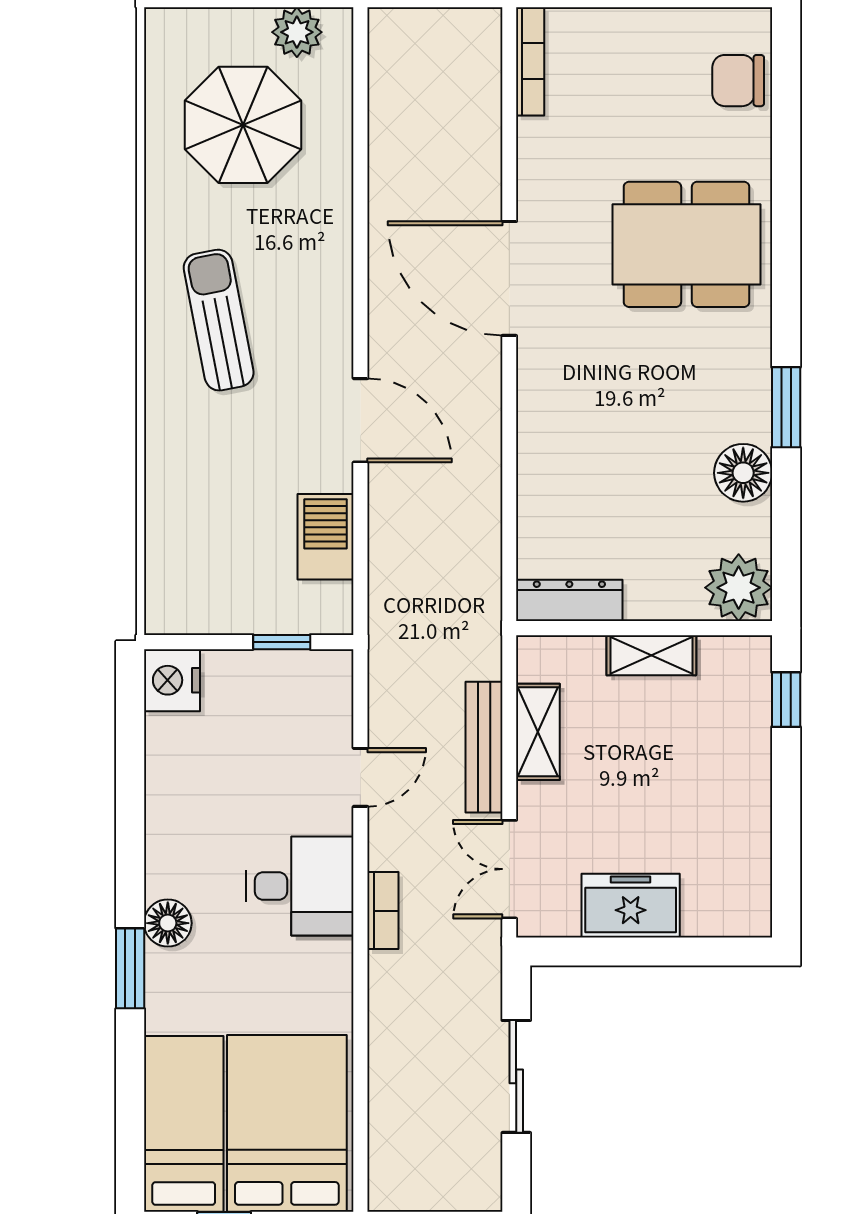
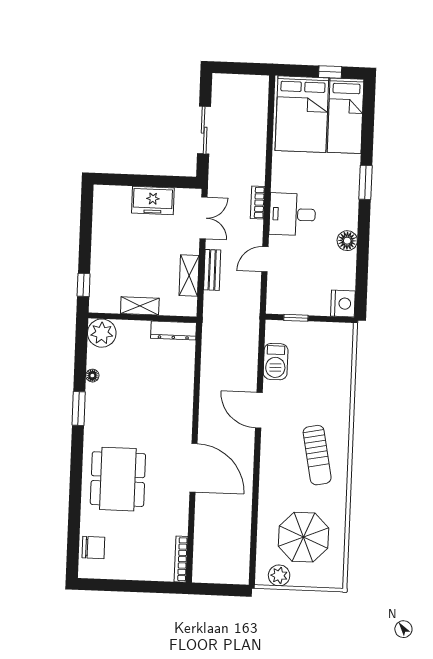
dining table: (686, 244) -> (118, 479), turned 90
floor lamp: (743, 473) -> (92, 376), width x0.53, depth x0.53
bench: (484, 747) -> (212, 270), width x0.73
floor lamp: (168, 923) -> (347, 241), moved

